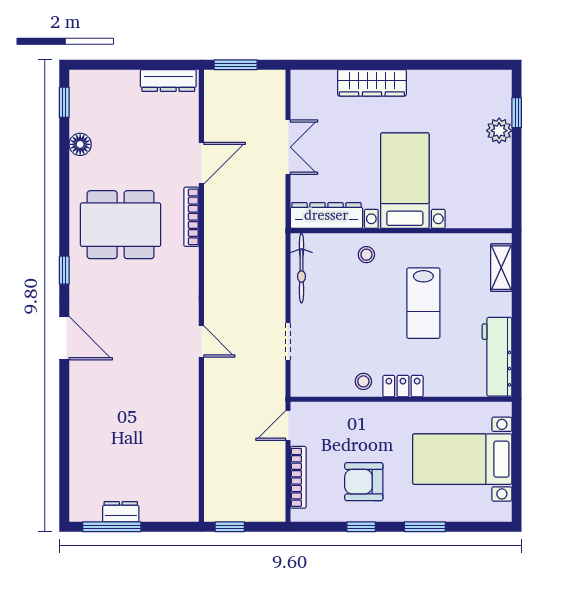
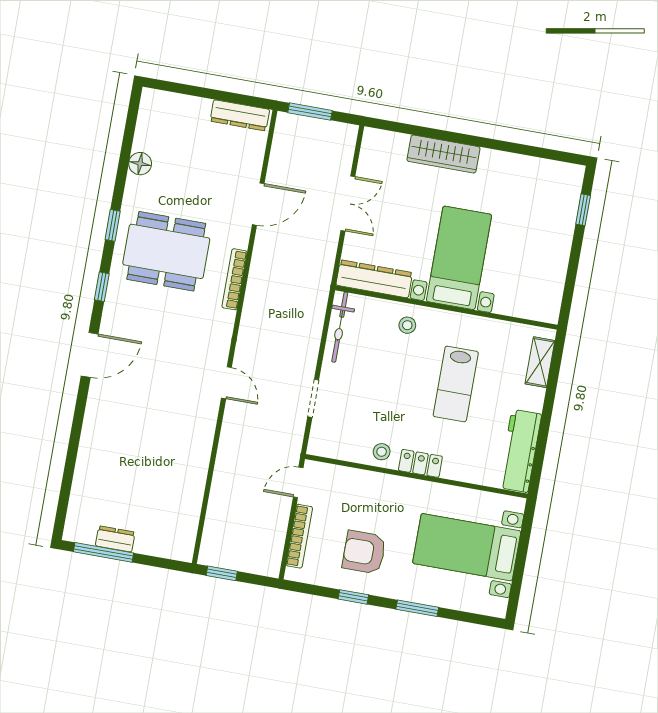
window: (64, 102) -> (113, 225), moved
plant: (499, 131) -> (562, 225), removed
bookcase: (191, 217) -> (235, 279), moved
door: (64, 338) -> (90, 355), hinge flipped

